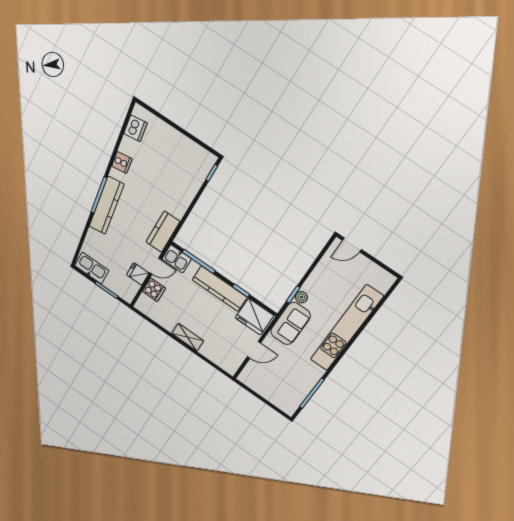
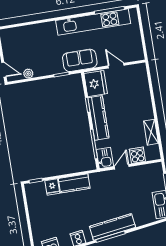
kitchen counter: (163, 232) -> (74, 183), moved
door: (155, 266) -> (122, 167), hinge flipped
fridge: (138, 274) -> (52, 187), moved
plant: (301, 297) -> (28, 74), moved
kitchen unit: (346, 328) -> (93, 22), moved
shelving: (188, 337) -> (151, 132), moved

